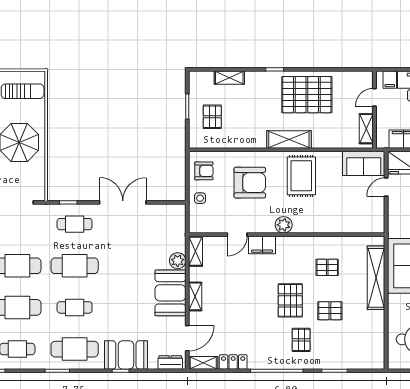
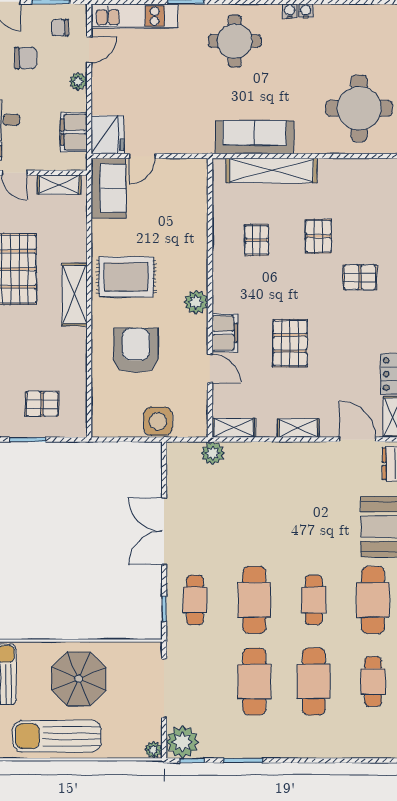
armchair: (204, 171) -> (119, 416), removed
door: (386, 187) -> (142, 156), hinge flipped
side table: (200, 198) -> (158, 421), width x1.87, depth x1.87
plant: (178, 261) -> (213, 453), moved
booth: (170, 293) -> (293, 463), removed
pallet: (290, 300) -> (290, 343), moved, turned 90

